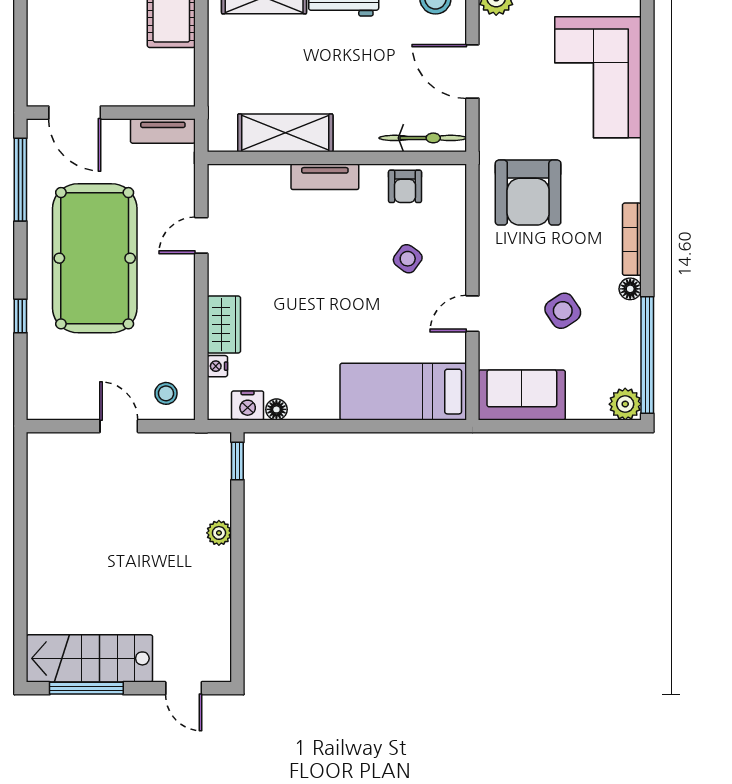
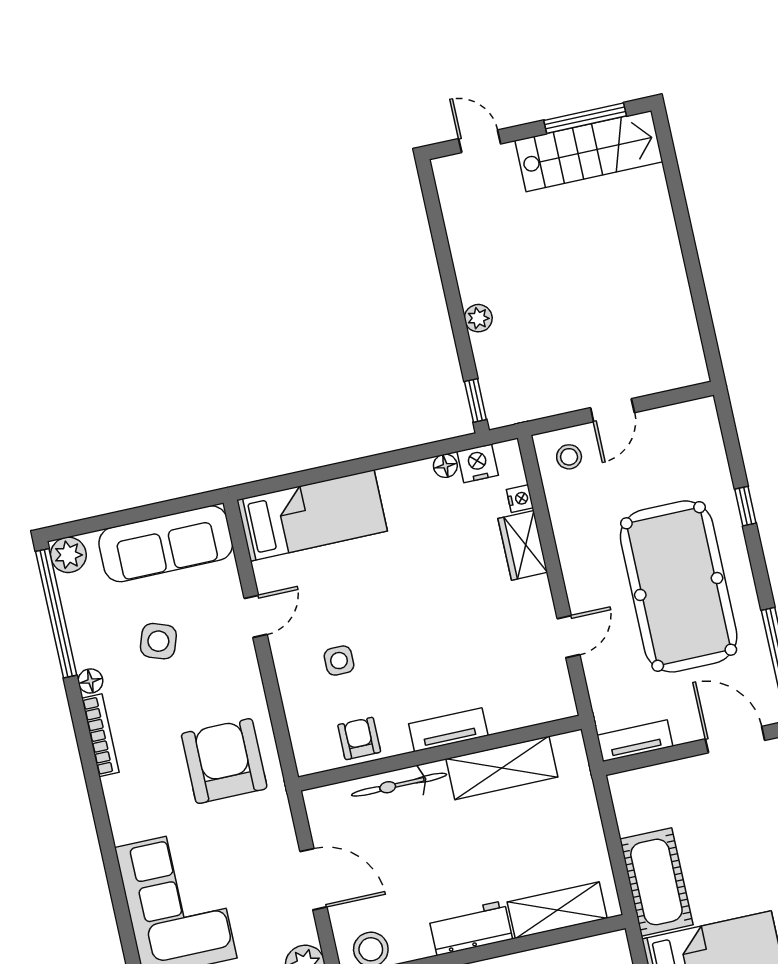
bicycle: (423, 138) -> (399, 785), moved
side table: (408, 259) -> (339, 661), turned -36
side table: (563, 311) -> (158, 641), turned -37
sofa: (522, 395) -> (166, 544), width x1.36
door: (119, 426) -> (612, 410), hinge flipped

